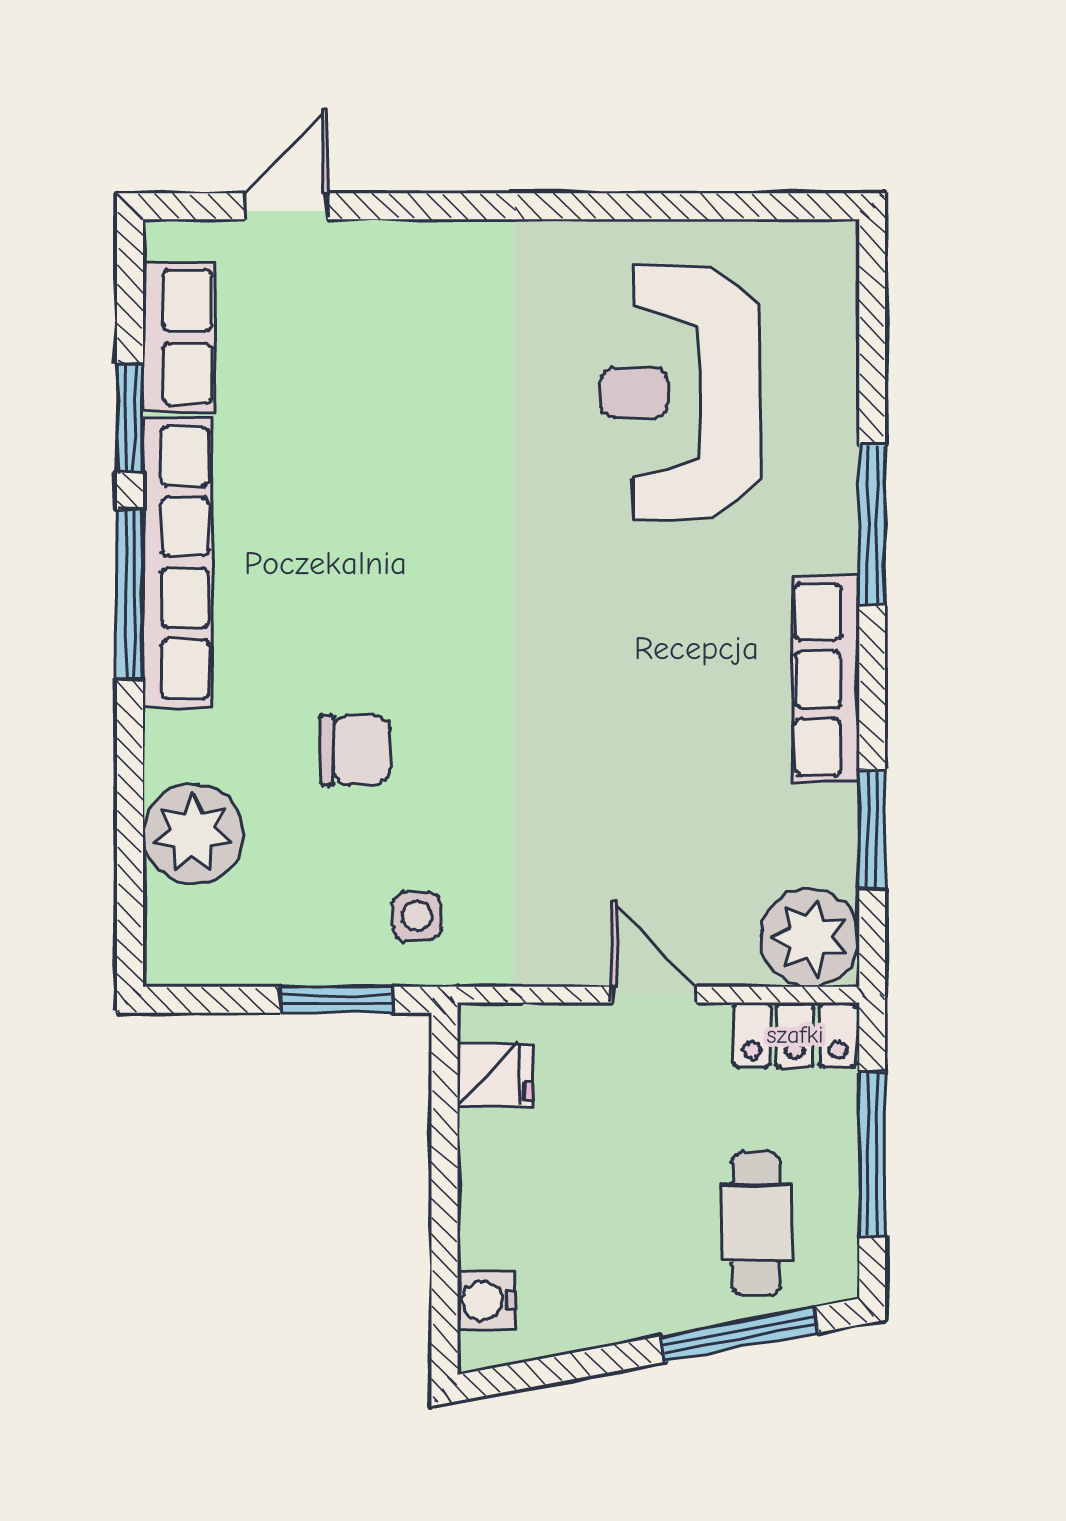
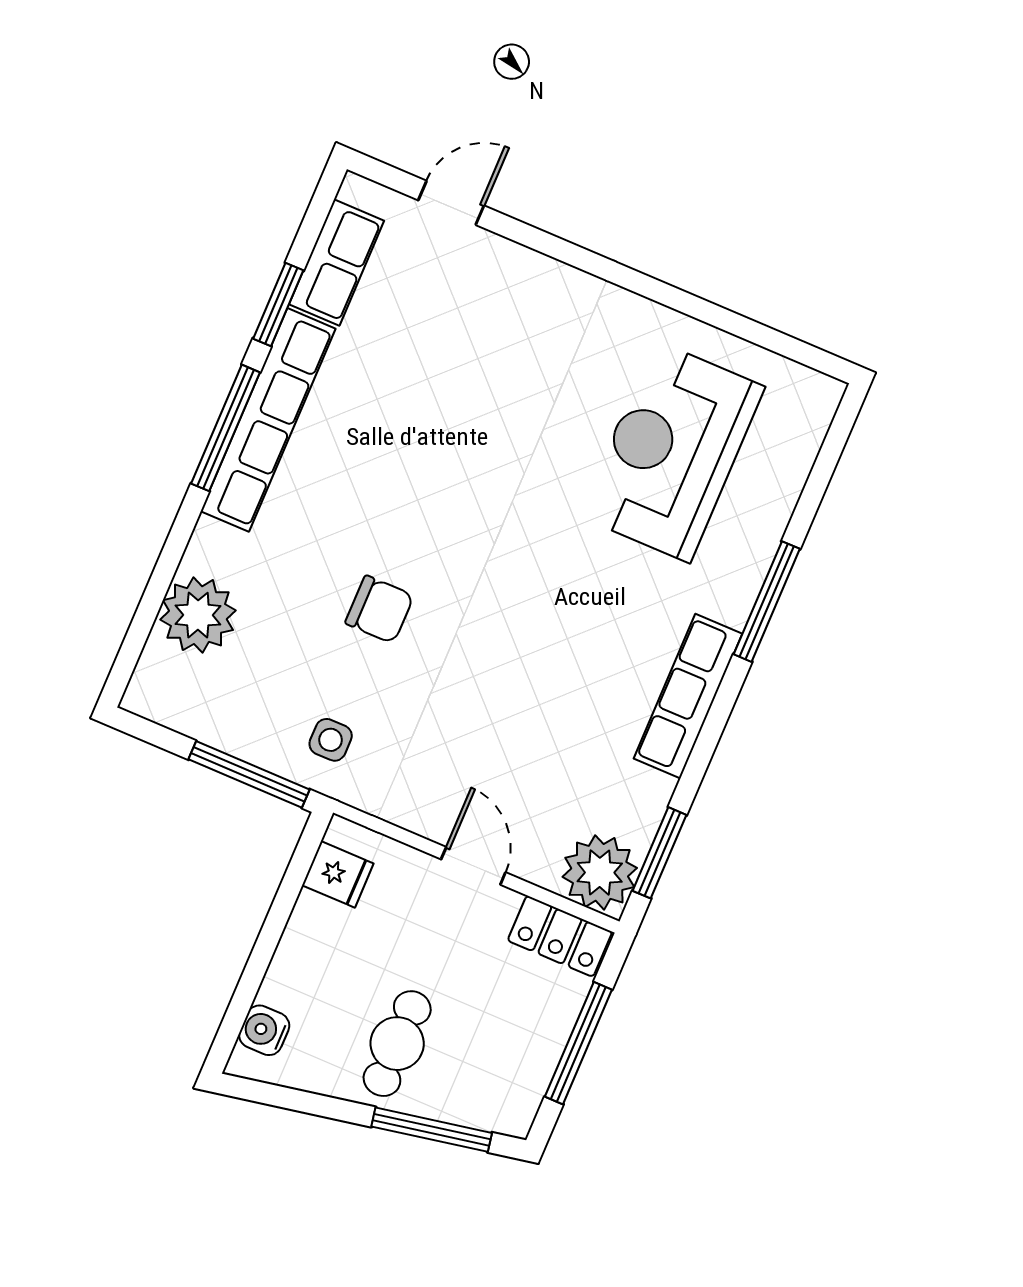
chair: (355, 750) -> (379, 609), moved
window: (872, 829) -> (660, 853), moved
window: (336, 1000) -> (249, 774), width x1.44
cafe table: (756, 1224) -> (397, 1044), moved

